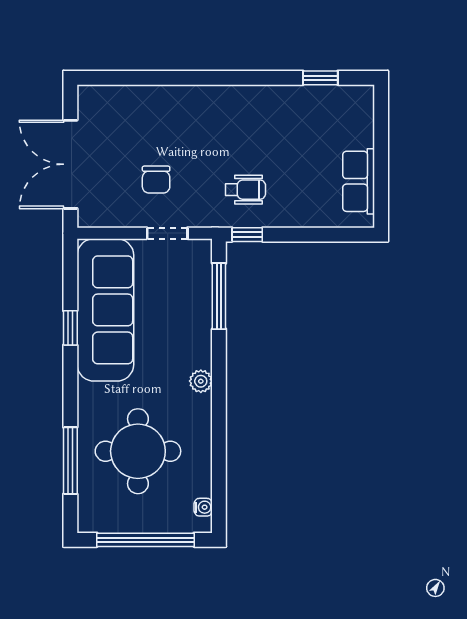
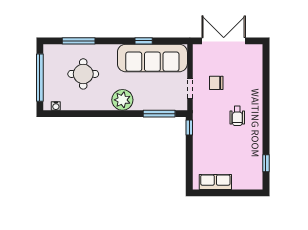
wheelchair: (245, 190) -> (237, 116), moved
plant: (201, 381) -> (122, 100), width x1.88, depth x1.88
round table: (138, 451) -> (83, 74), width x0.73, depth x0.73

